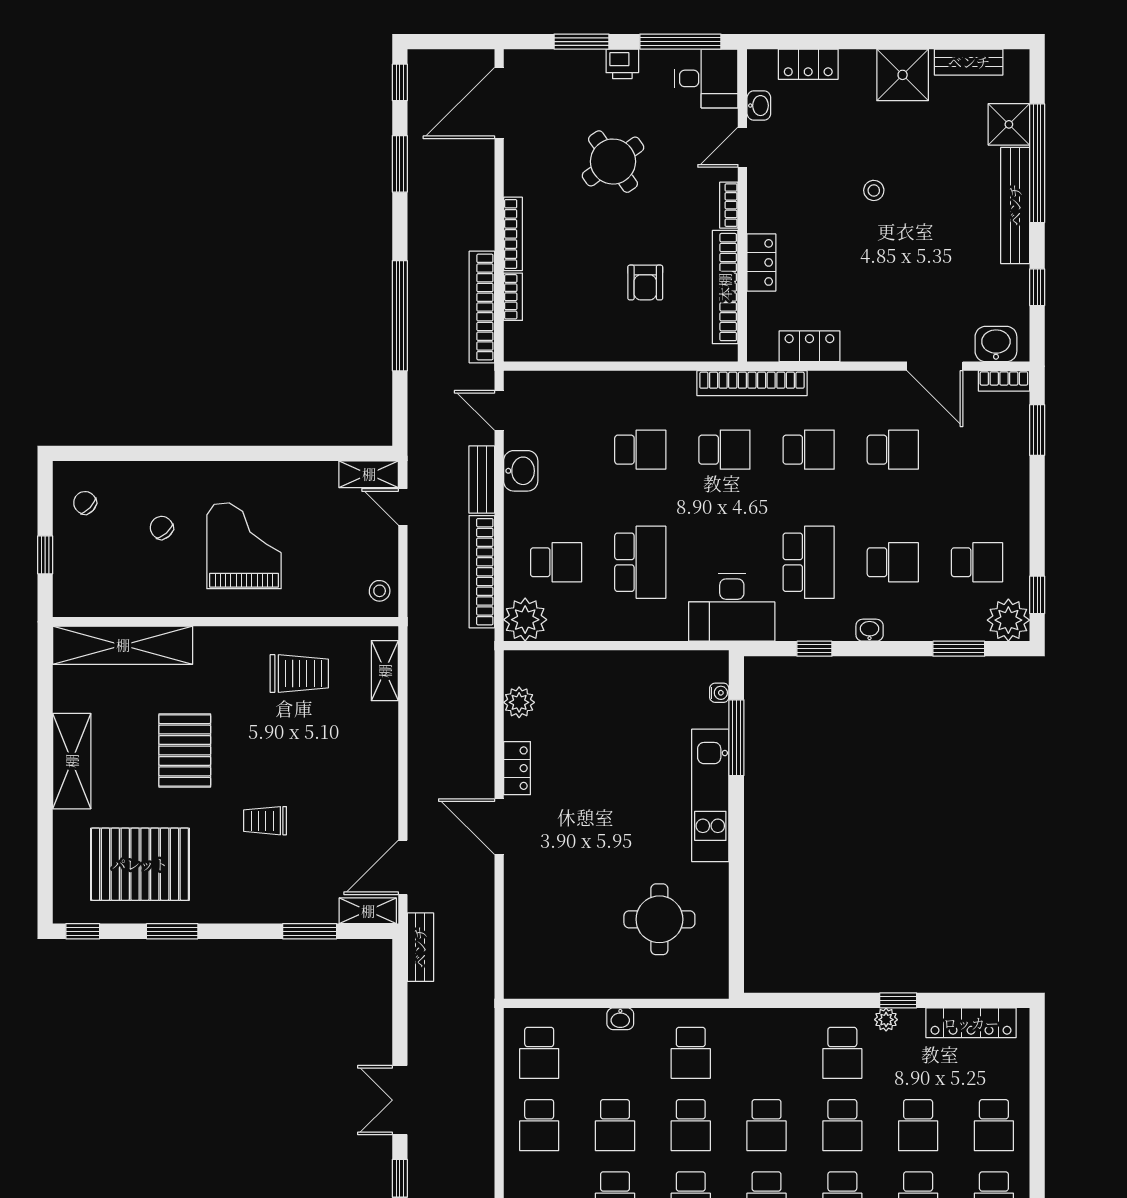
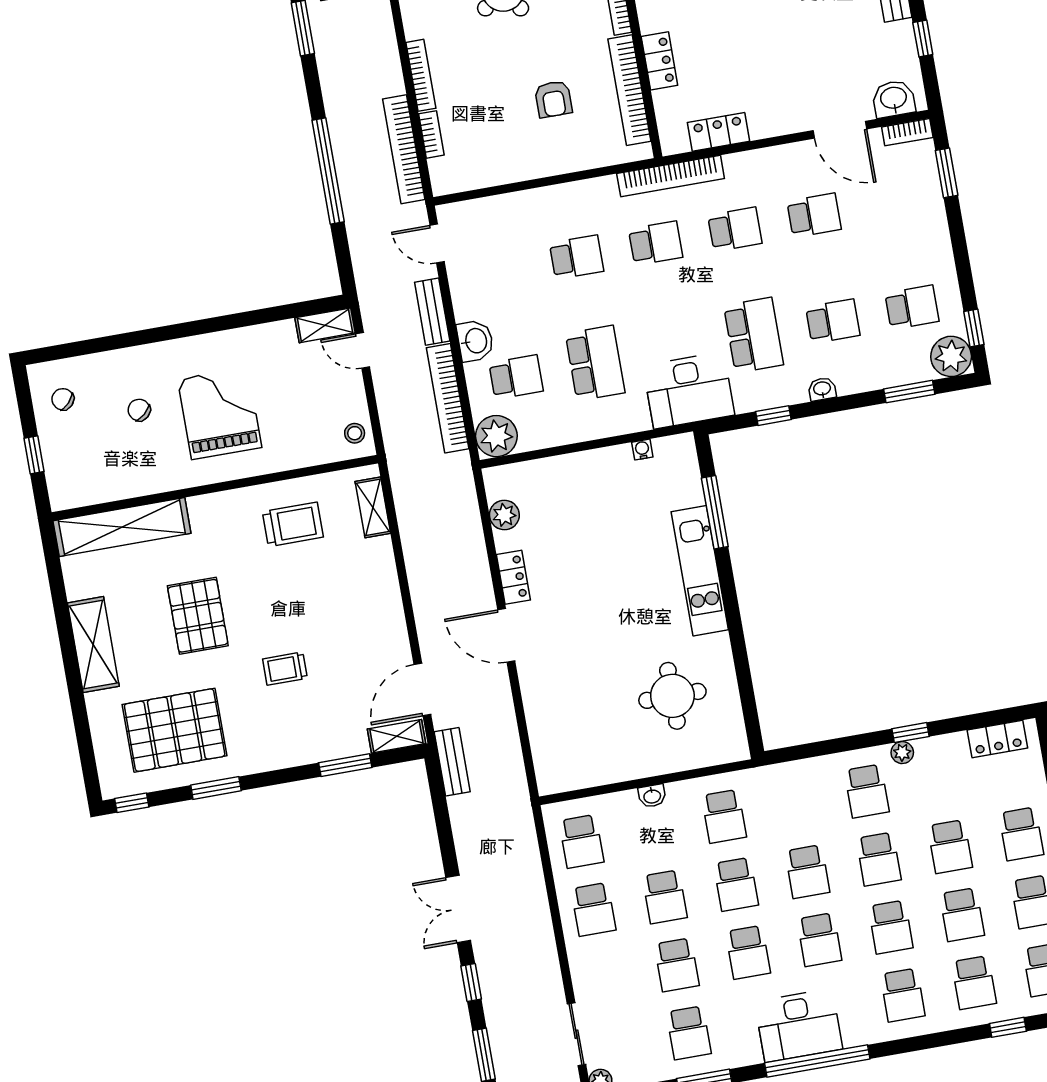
washbasin: (521, 471) -> (475, 341), moved
water cooler: (719, 693) -> (642, 450), moved, turned -90
locker: (971, 1023) -> (997, 739), width x0.66

